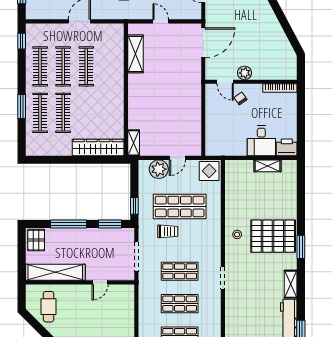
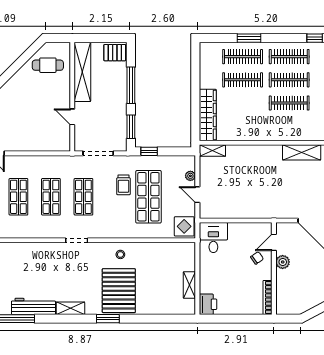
desk: (261, 141) -> (213, 238), moved, turned 90
plant: (159, 169) -> (190, 176), width x0.53, depth x0.53

